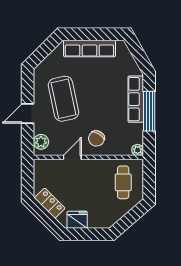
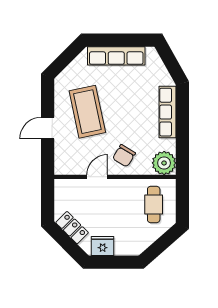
window: (149, 111) -> (182, 125), removed
plant: (41, 142) -> (62, 160), removed
plant: (138, 150) -> (164, 163), width x1.87, depth x1.87

